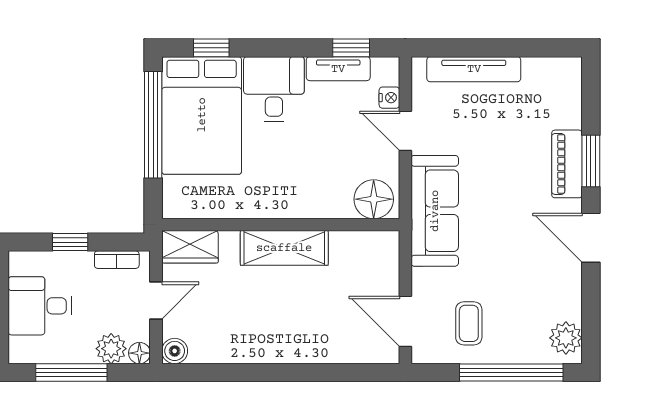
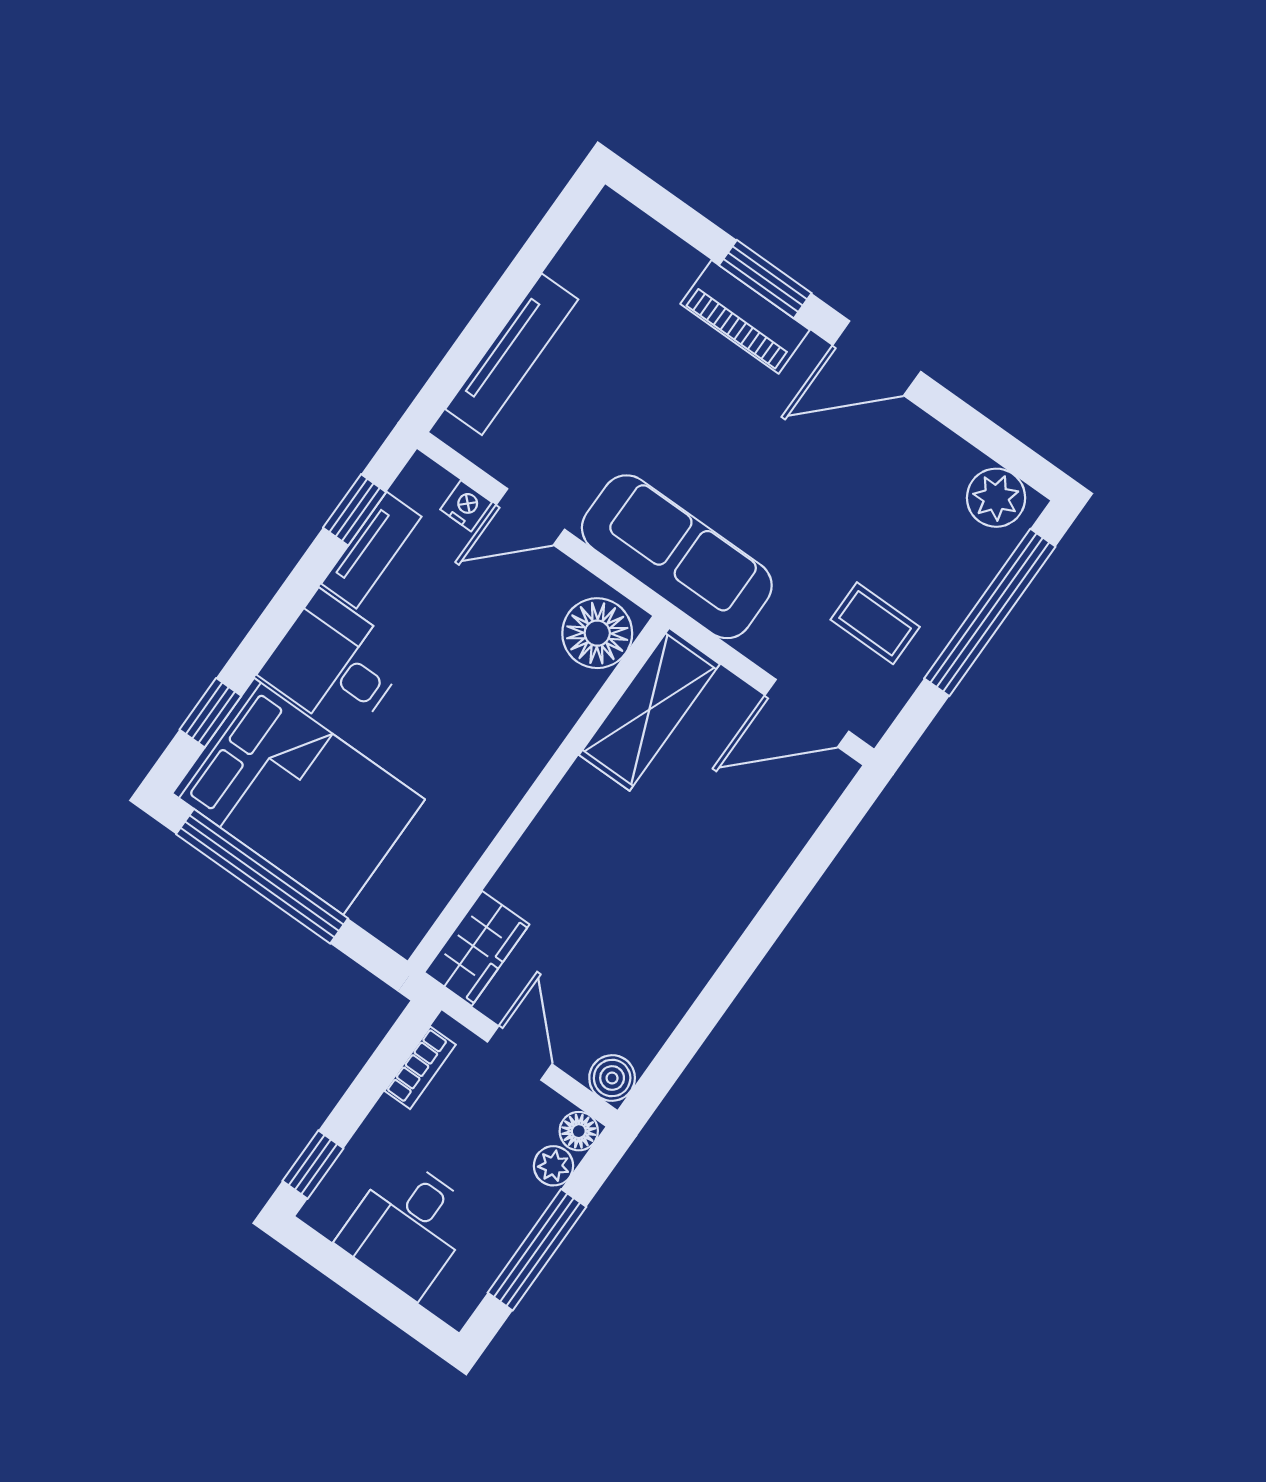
window: (70, 242) -> (313, 1165), moved
shelving: (284, 248) -> (649, 709), moved
plant: (111, 349) -> (554, 1166), width x0.73, depth x0.73

